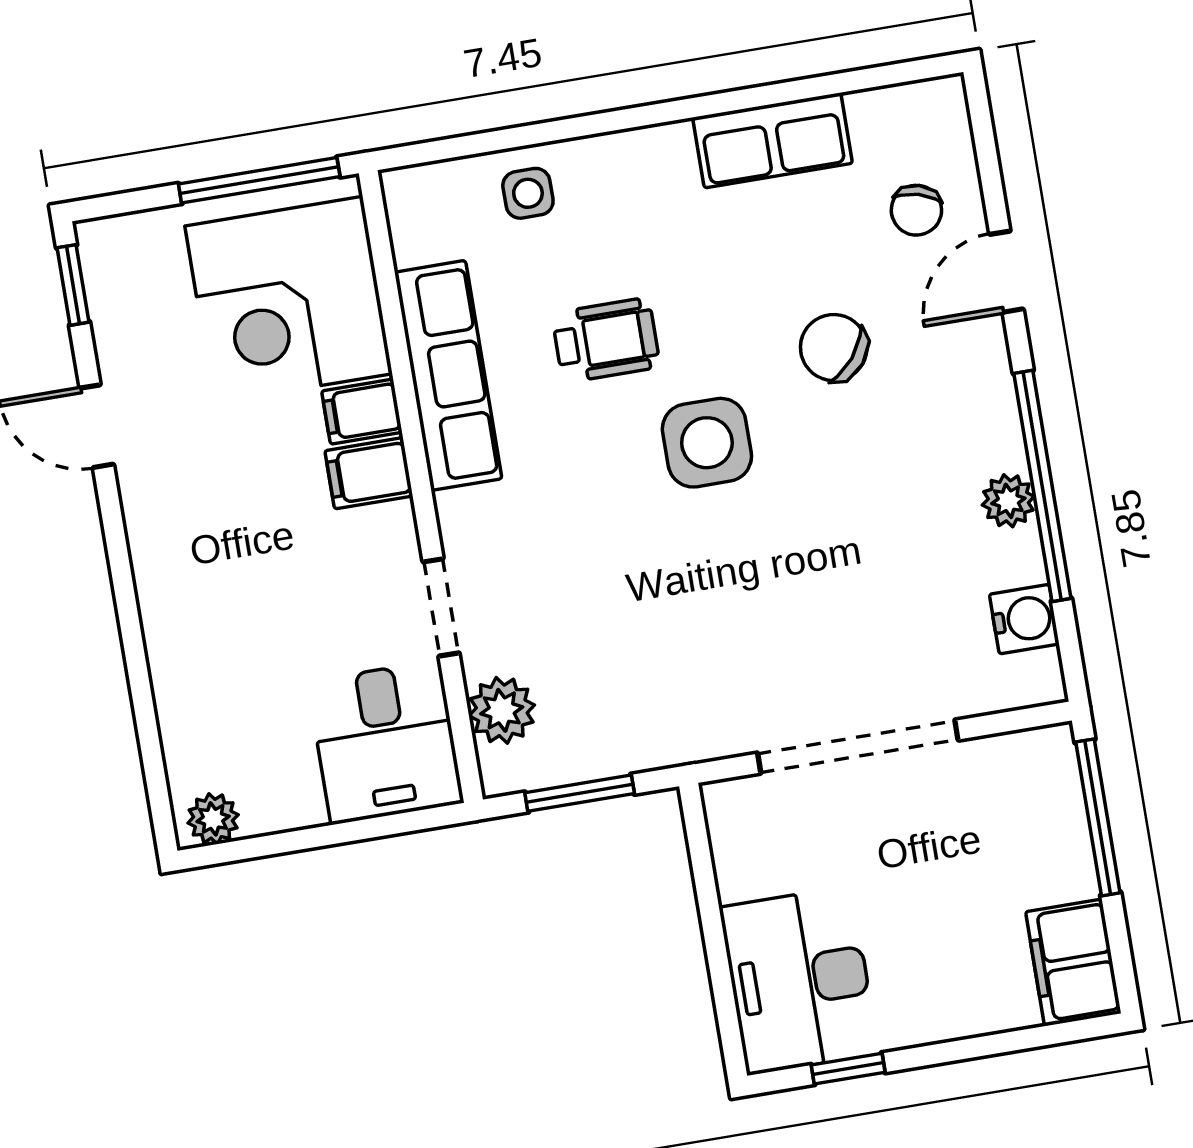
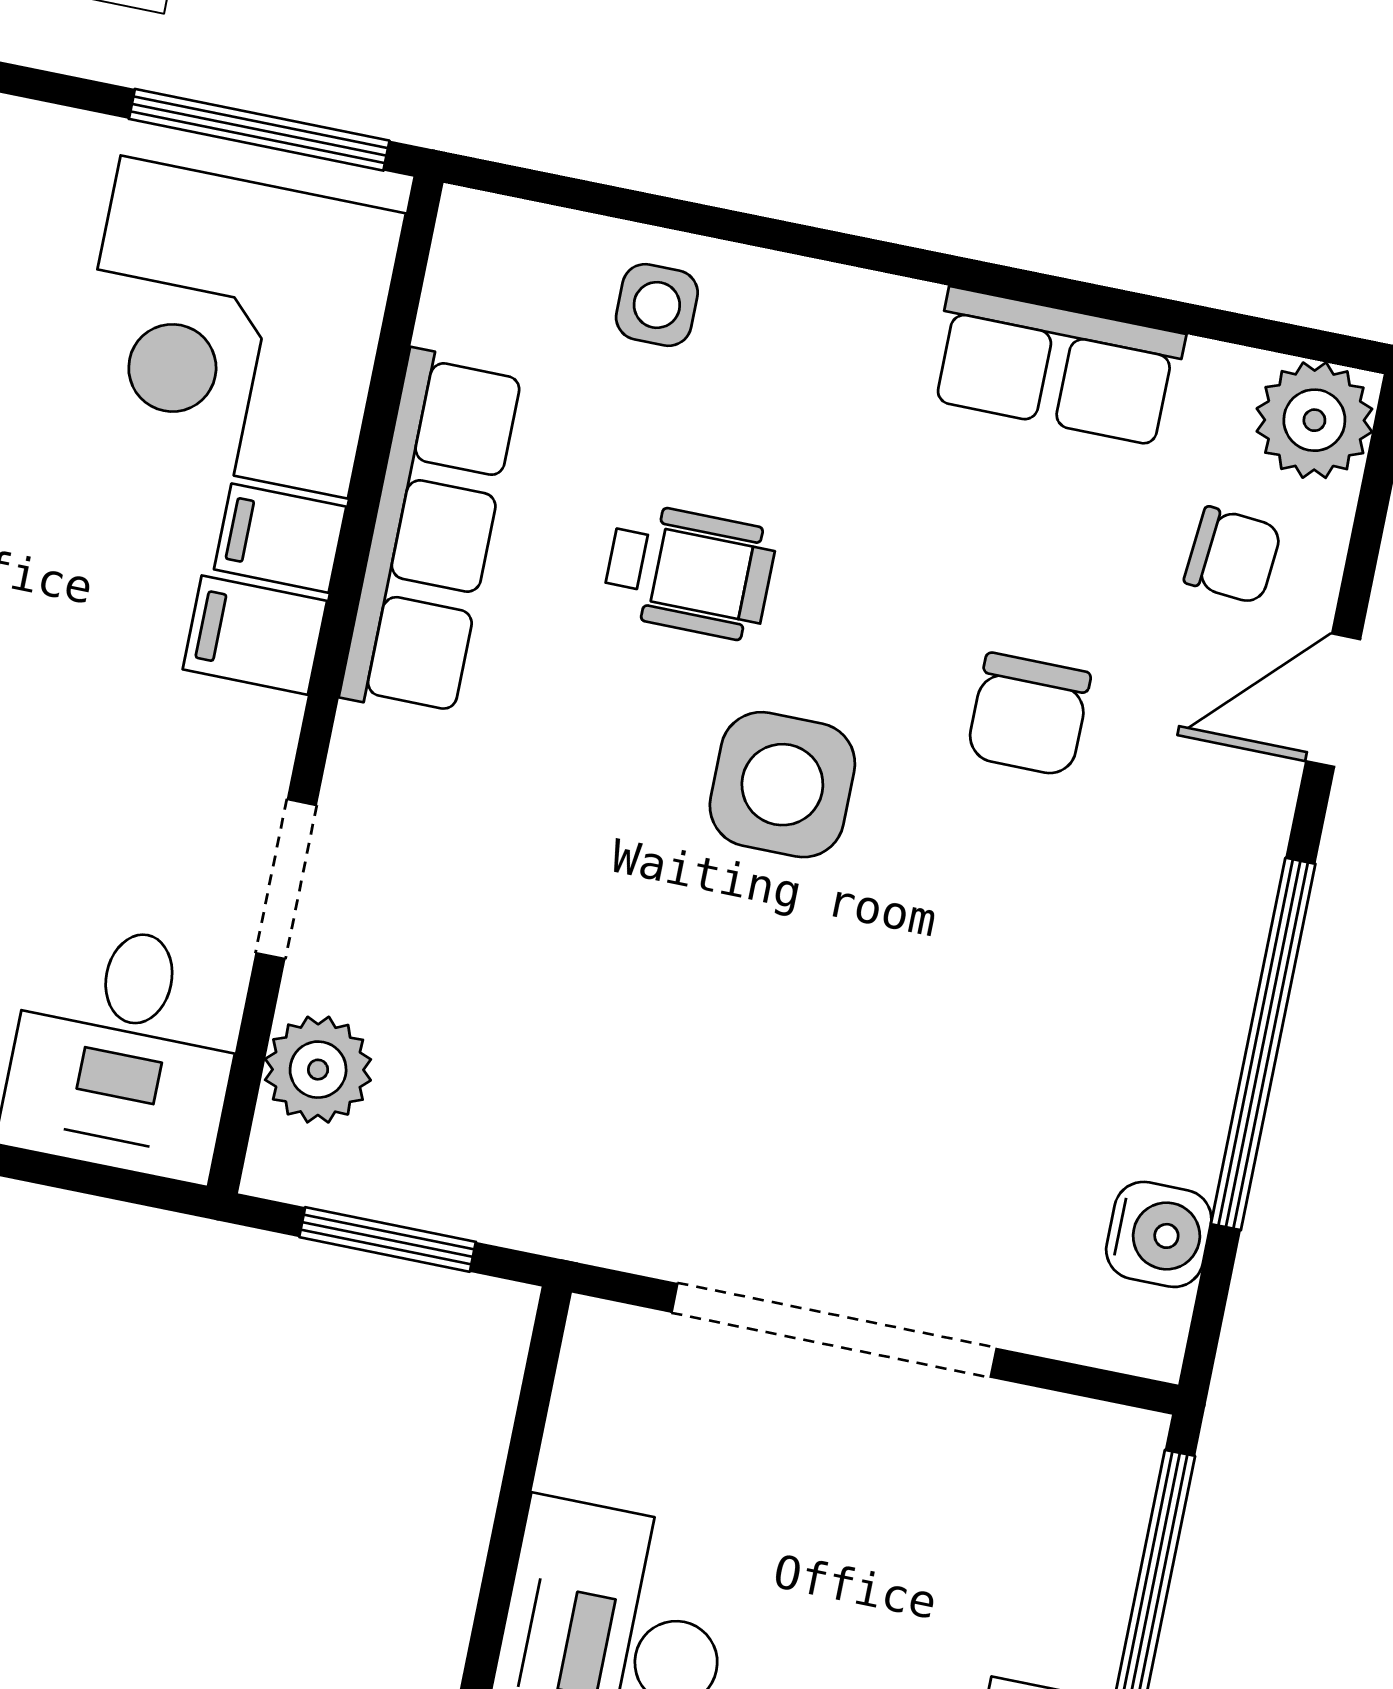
chair: (916, 210) -> (1233, 555), turned -101
chair: (834, 348) -> (1029, 715), turned -129
plant: (1008, 501) -> (1314, 420), moved, width x1.38, depth x1.38

